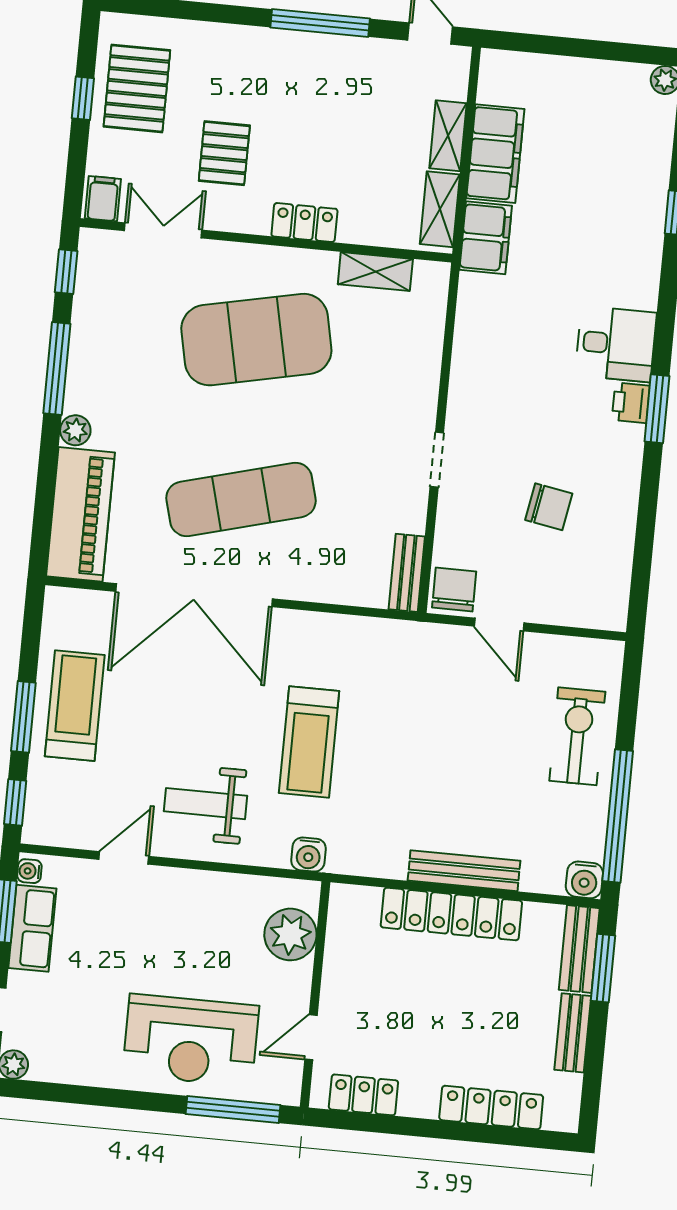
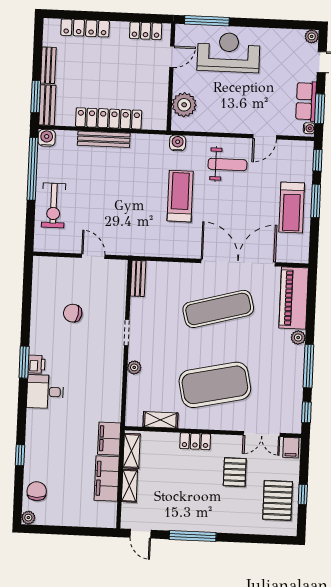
plant: (425, 385) -> (134, 367), added
chair: (454, 589) -> (37, 491), moved, turned 180

